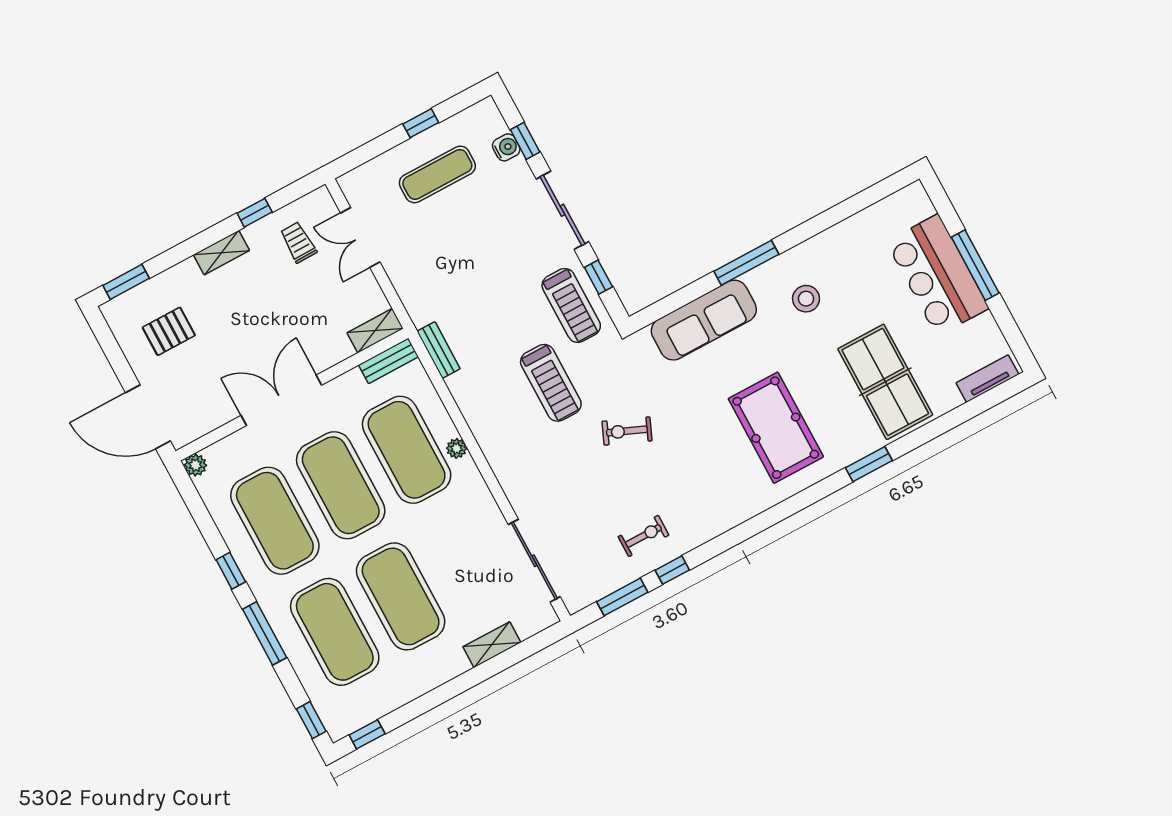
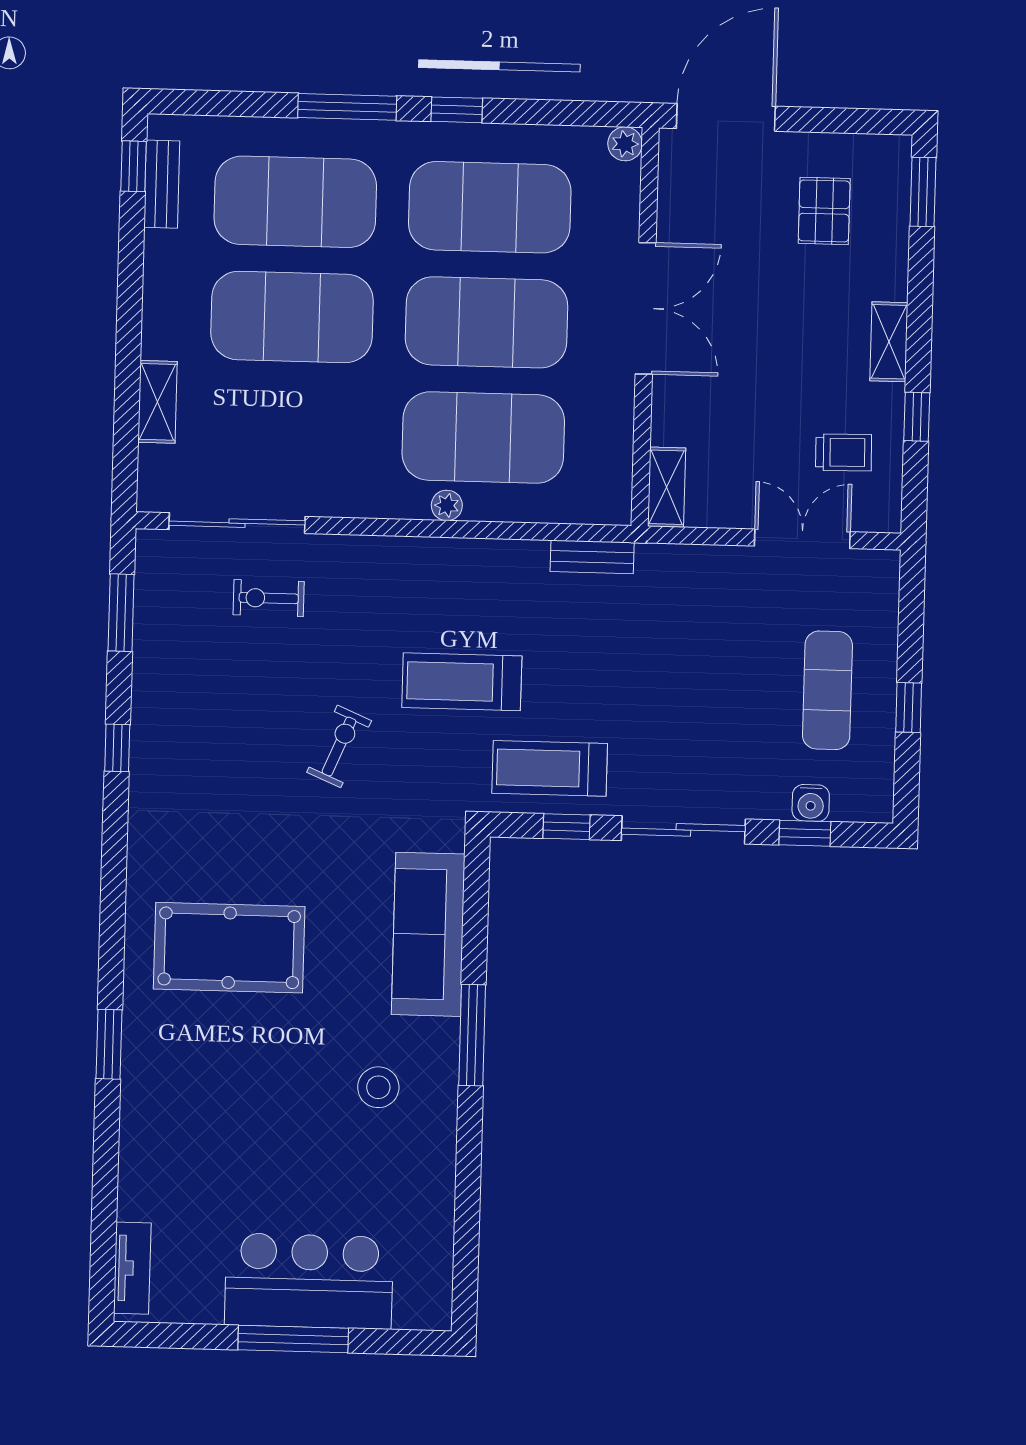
bench: (389, 361) -> (162, 184), moved
table tennis table: (885, 382) -> (206, 1129), removed
exercise bike: (644, 536) -> (269, 598), moved, turned 90
window: (672, 570) -> (117, 748), moved
window: (311, 720) -> (195, 103), removed

